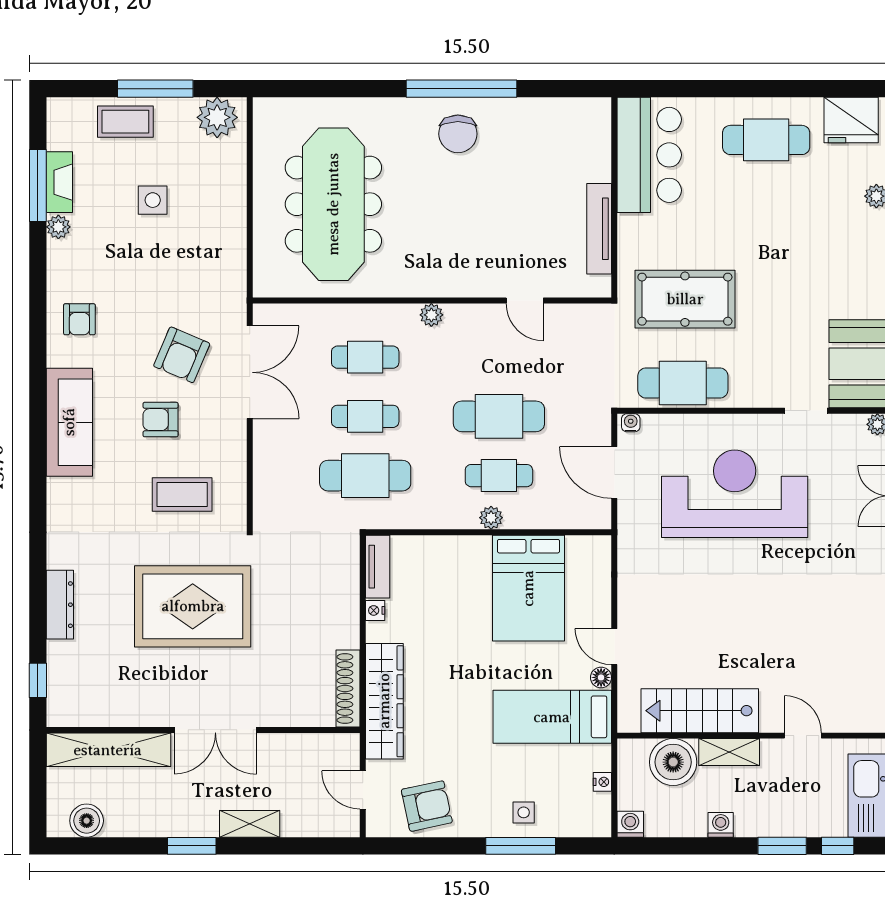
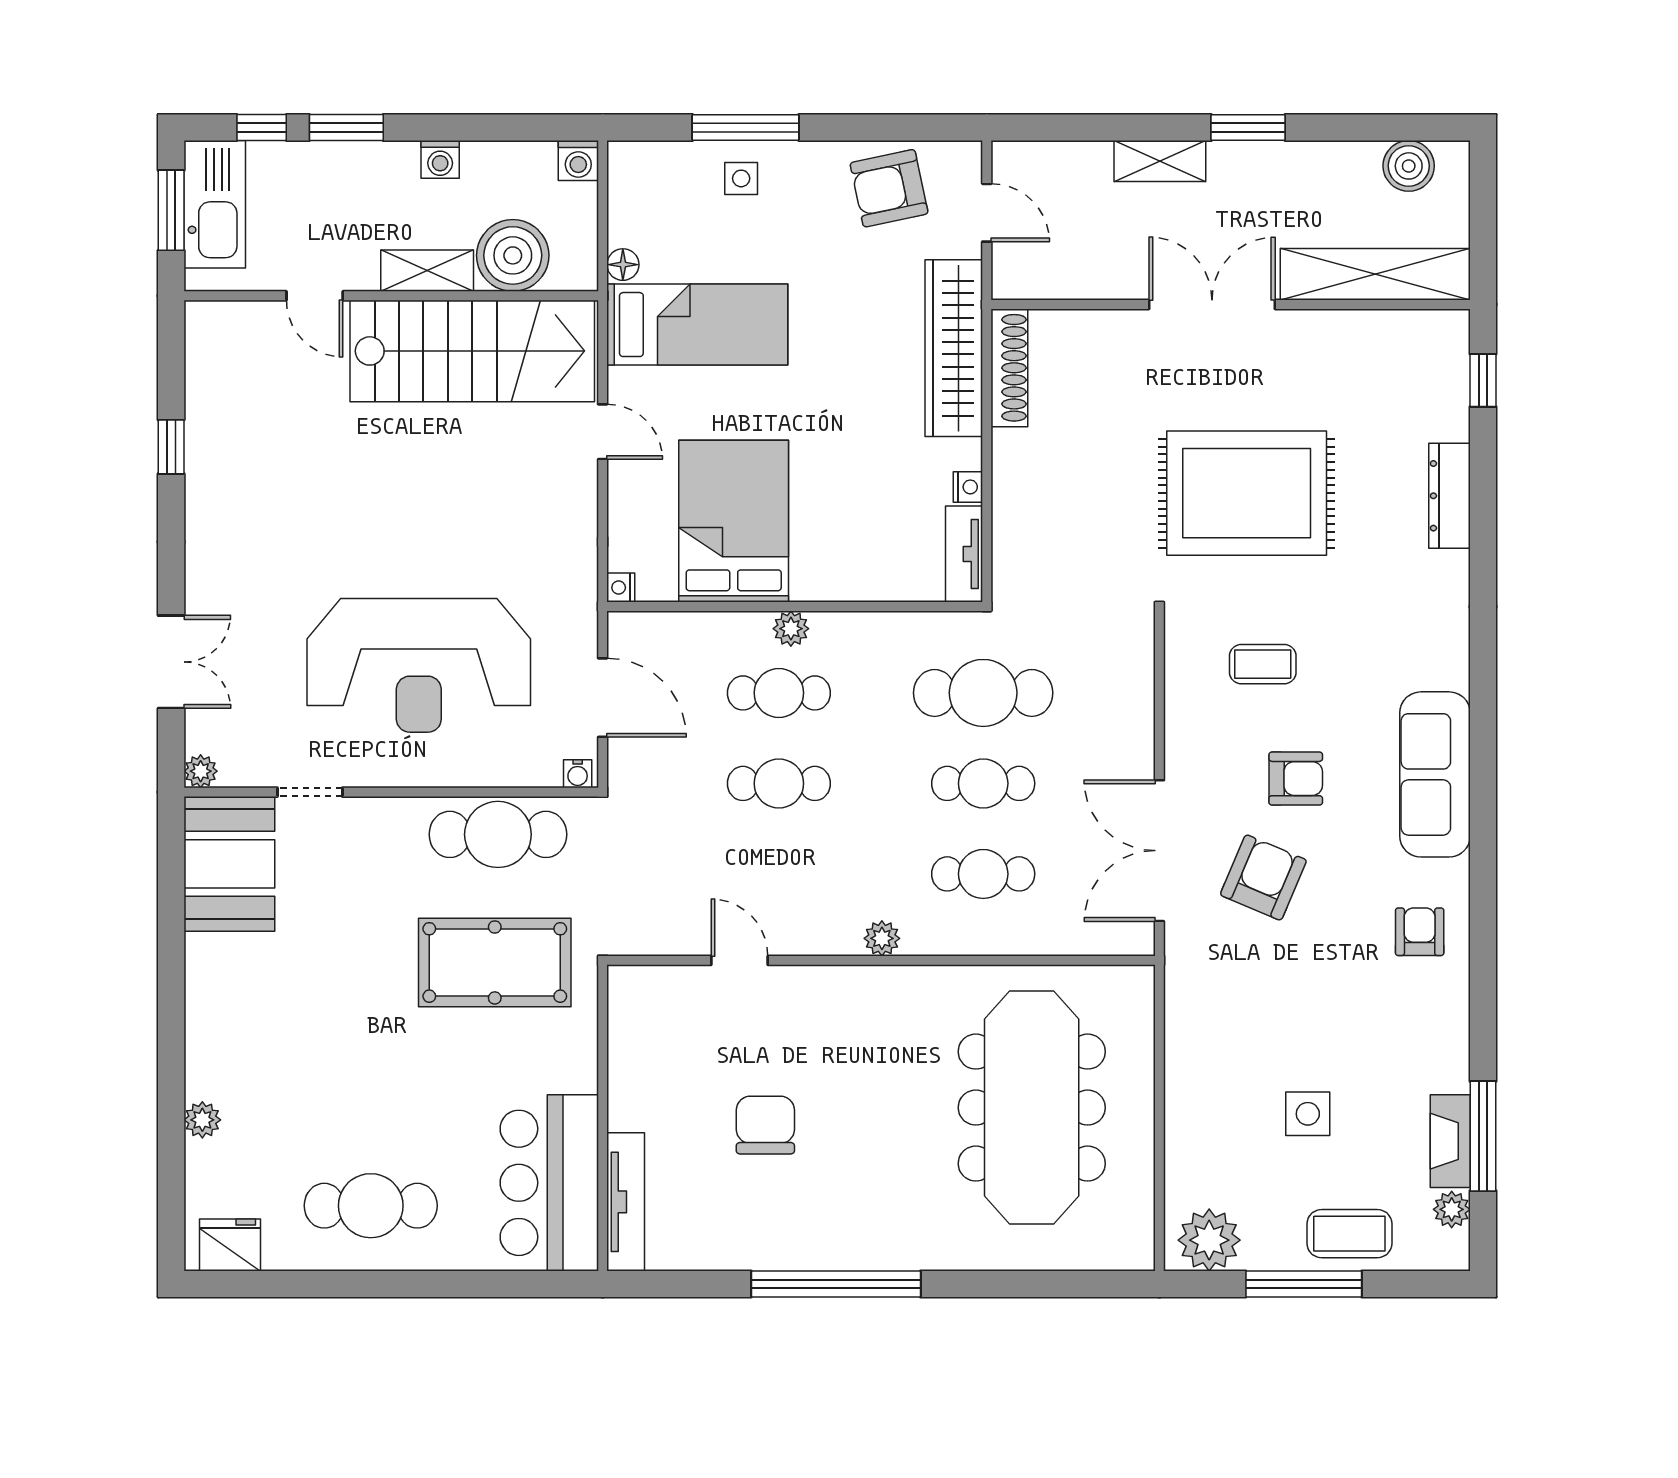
fridge: (851, 120) -> (230, 1245), width x0.73, depth x0.75
chair: (458, 134) -> (765, 1125), moved
plant: (58, 227) -> (1452, 1209), moved
tv unit: (599, 229) -> (626, 1202), moved
cafe table: (499, 416) -> (779, 783), width x0.73, depth x0.74
coffee table: (182, 494) -> (1263, 664), width x0.73, depth x0.77
floor lamp: (601, 677) -> (623, 265), moved
stairs: (700, 711) -> (472, 351), width x1.36, depth x1.51
nightstand: (602, 782) -> (621, 588), moved

